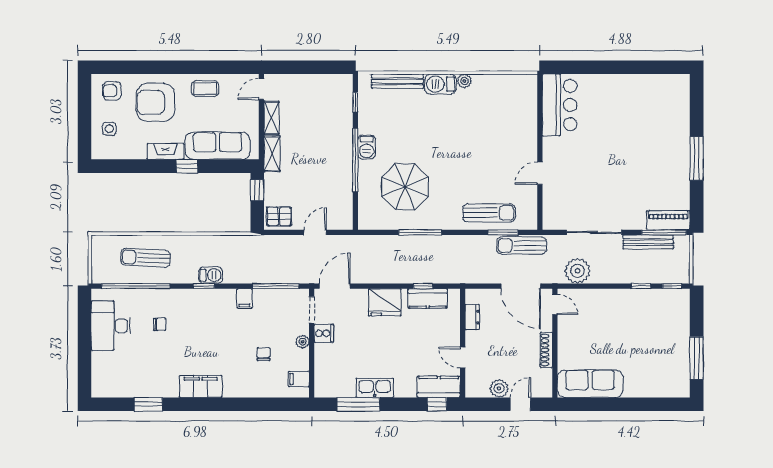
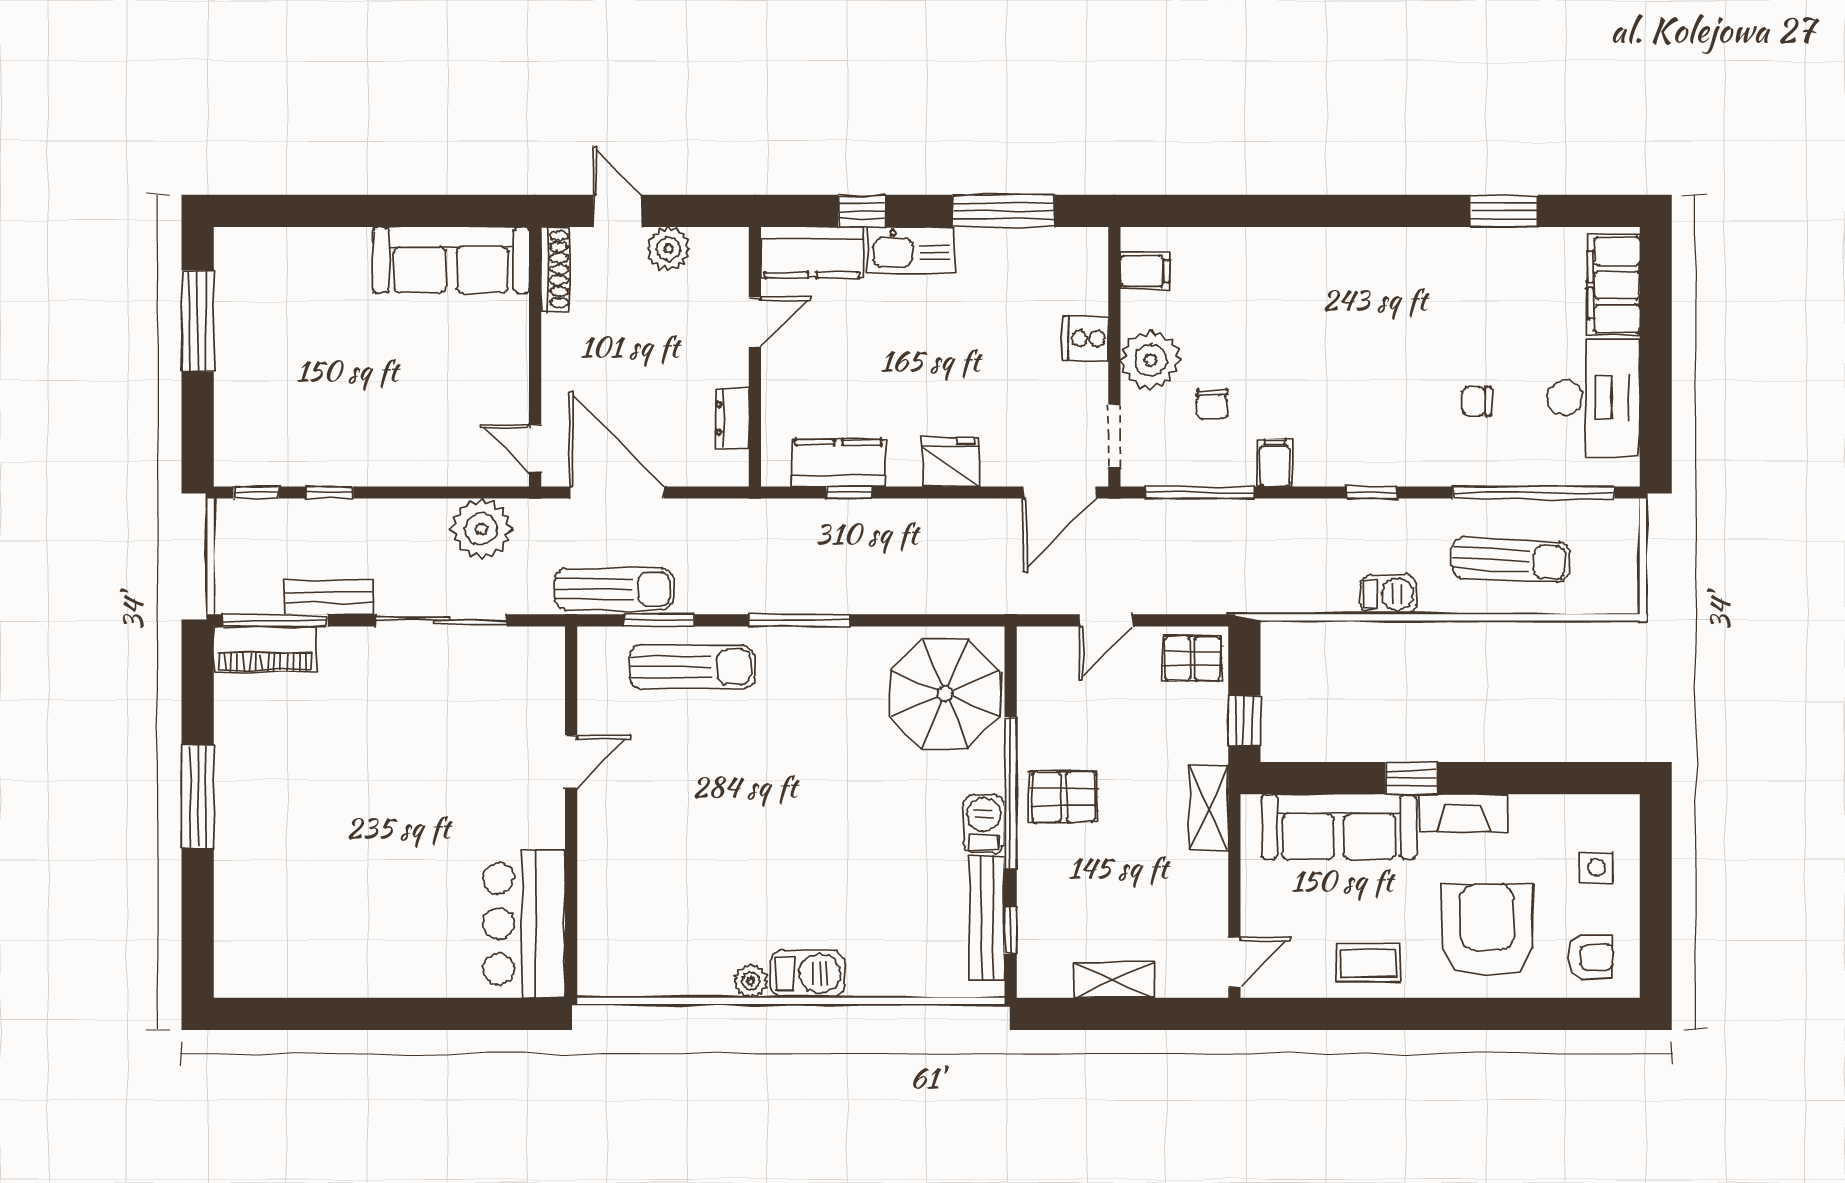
bench: (397, 81) -> (987, 918), moved, turned 90
armchair: (155, 102) -> (1487, 930), turned -90
shelving: (271, 118) -> (1114, 980), moved, turned 90
pallet: (333, 158) -> (1064, 797), added
parasol: (405, 187) -> (945, 694), moved
sun lounger: (489, 213) -> (692, 667), turned 180
window: (420, 232) -> (799, 620), moved
bench: (648, 242) -> (329, 598), width x0.73
barbecue: (211, 275) -> (1388, 594), moved, turned 180
fridge: (385, 302) -> (951, 462), width x0.73, depth x0.75
cooker: (324, 333) -> (1086, 339), moved
plant: (303, 342) -> (1150, 360), width x1.87, depth x1.87
shoe rack: (546, 350) -> (556, 269), moved
chair: (263, 354) -> (1212, 404), moved
door: (463, 358) -> (755, 322), hinge flipped
filing cabinet: (201, 387) -> (1613, 285), moved, turned 90
kitchen sink: (375, 388) -> (910, 250), moved
window: (437, 404) -> (861, 211), moved
door: (520, 404) -> (618, 211), swing flipped

